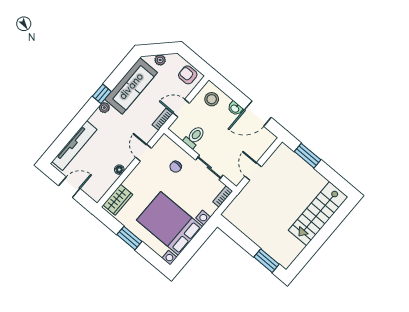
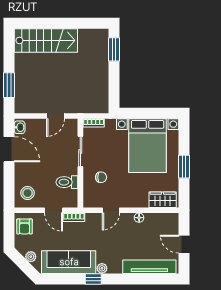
washbasin: (235, 108) -> (20, 127), moved

